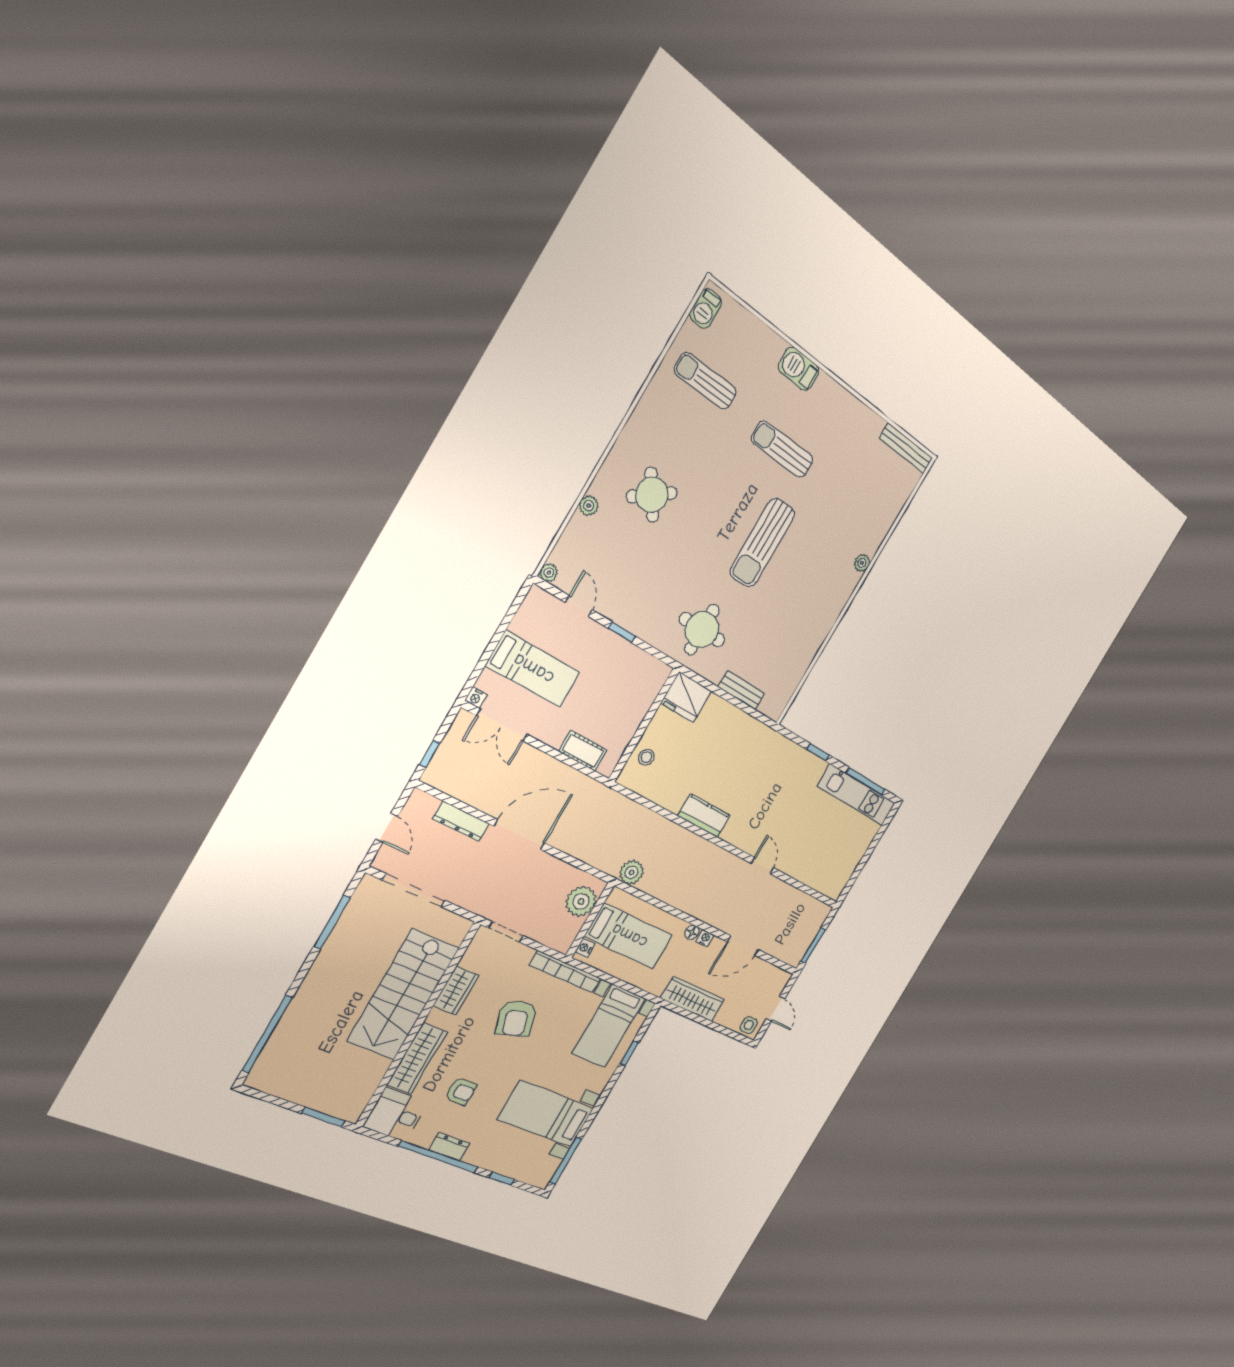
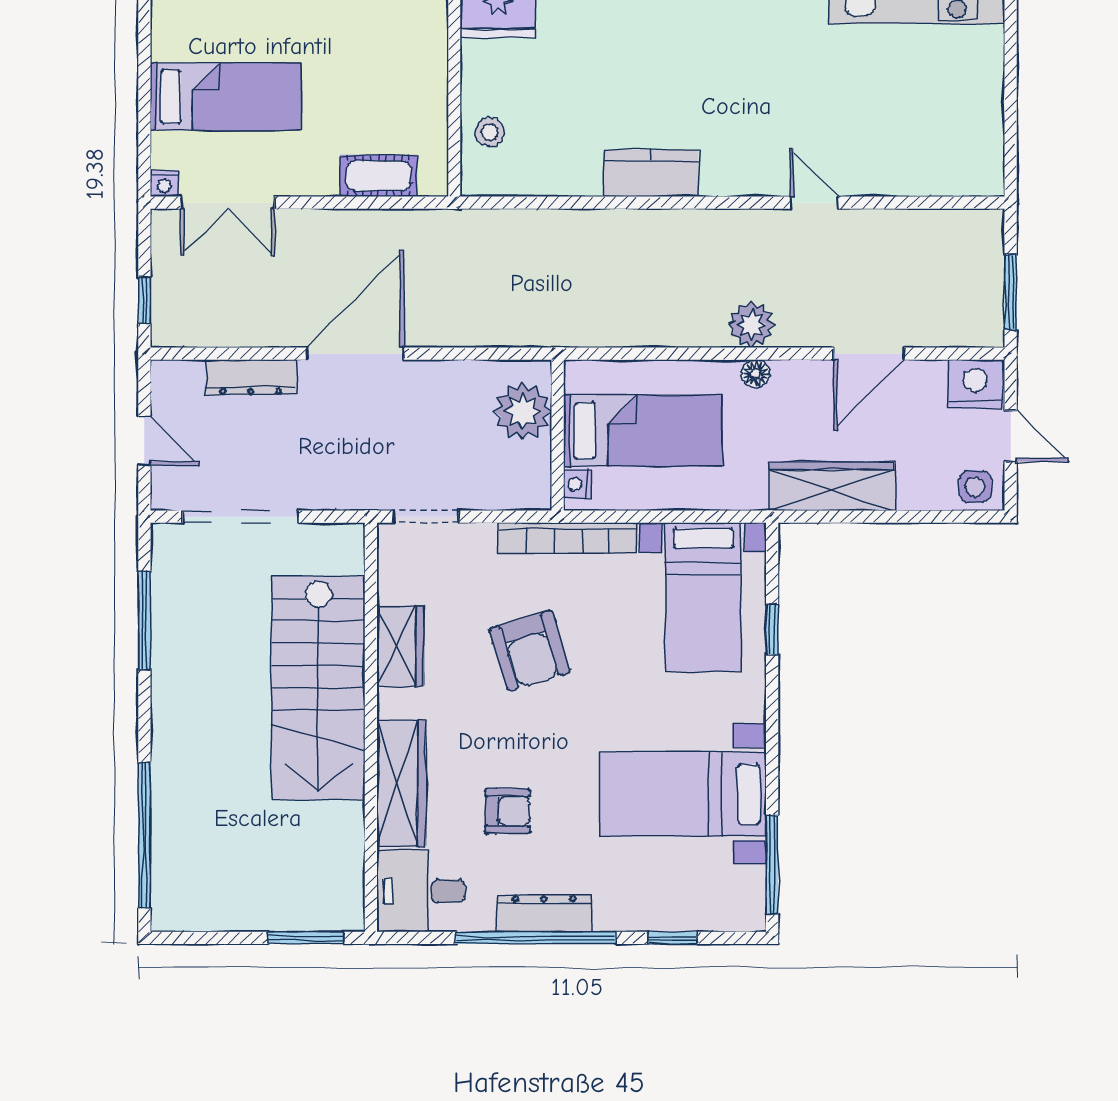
plant: (632, 872) -> (751, 325), moved
nightstand: (705, 938) -> (975, 384), moved, width x1.89, depth x1.79
dresser: (449, 1147) -> (544, 913), width x1.44

